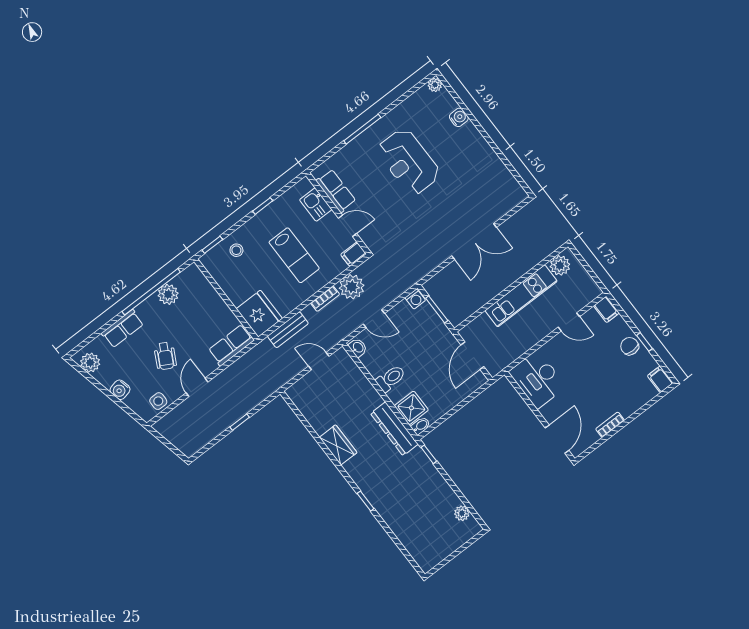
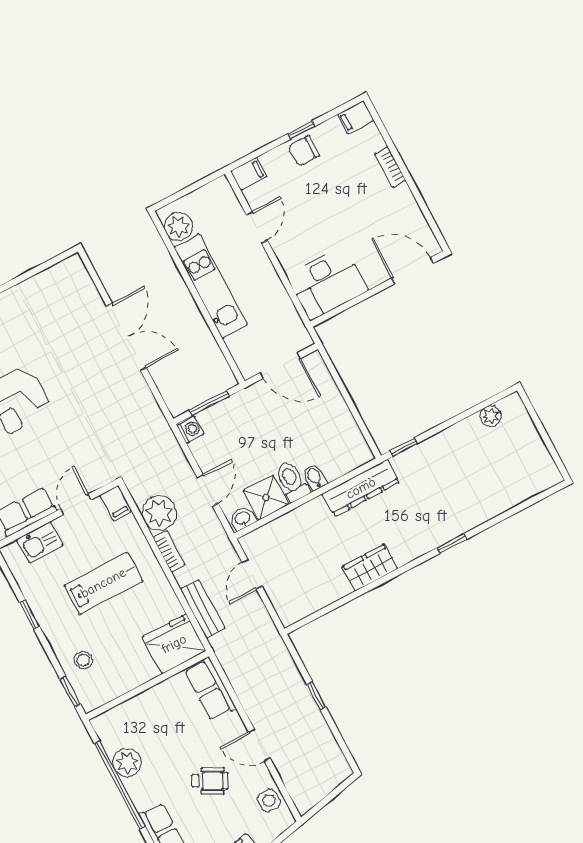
shower: (411, 408) -> (266, 498), moved
bookcase: (610, 425) -> (390, 167), moved
bidet: (421, 426) -> (315, 477), moved

